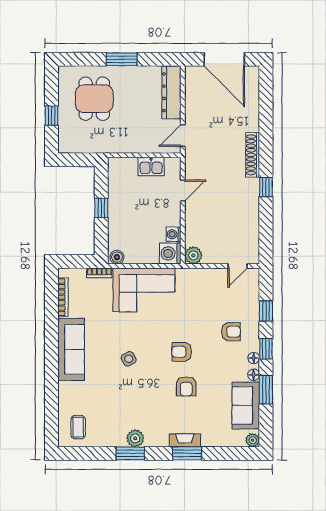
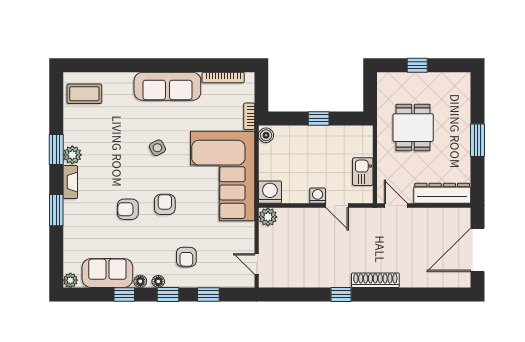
dining table: (94, 99) -> (413, 128), moved, turned 90
washing machine: (174, 234) -> (318, 196), moved
corner sofa: (144, 290) -> (223, 176), width x1.36, depth x1.36
window: (266, 390) -> (124, 294), width x0.67
coffee table: (78, 427) -> (84, 94), width x1.36, depth x1.30
fireplace: (185, 440) -> (70, 182), moved

